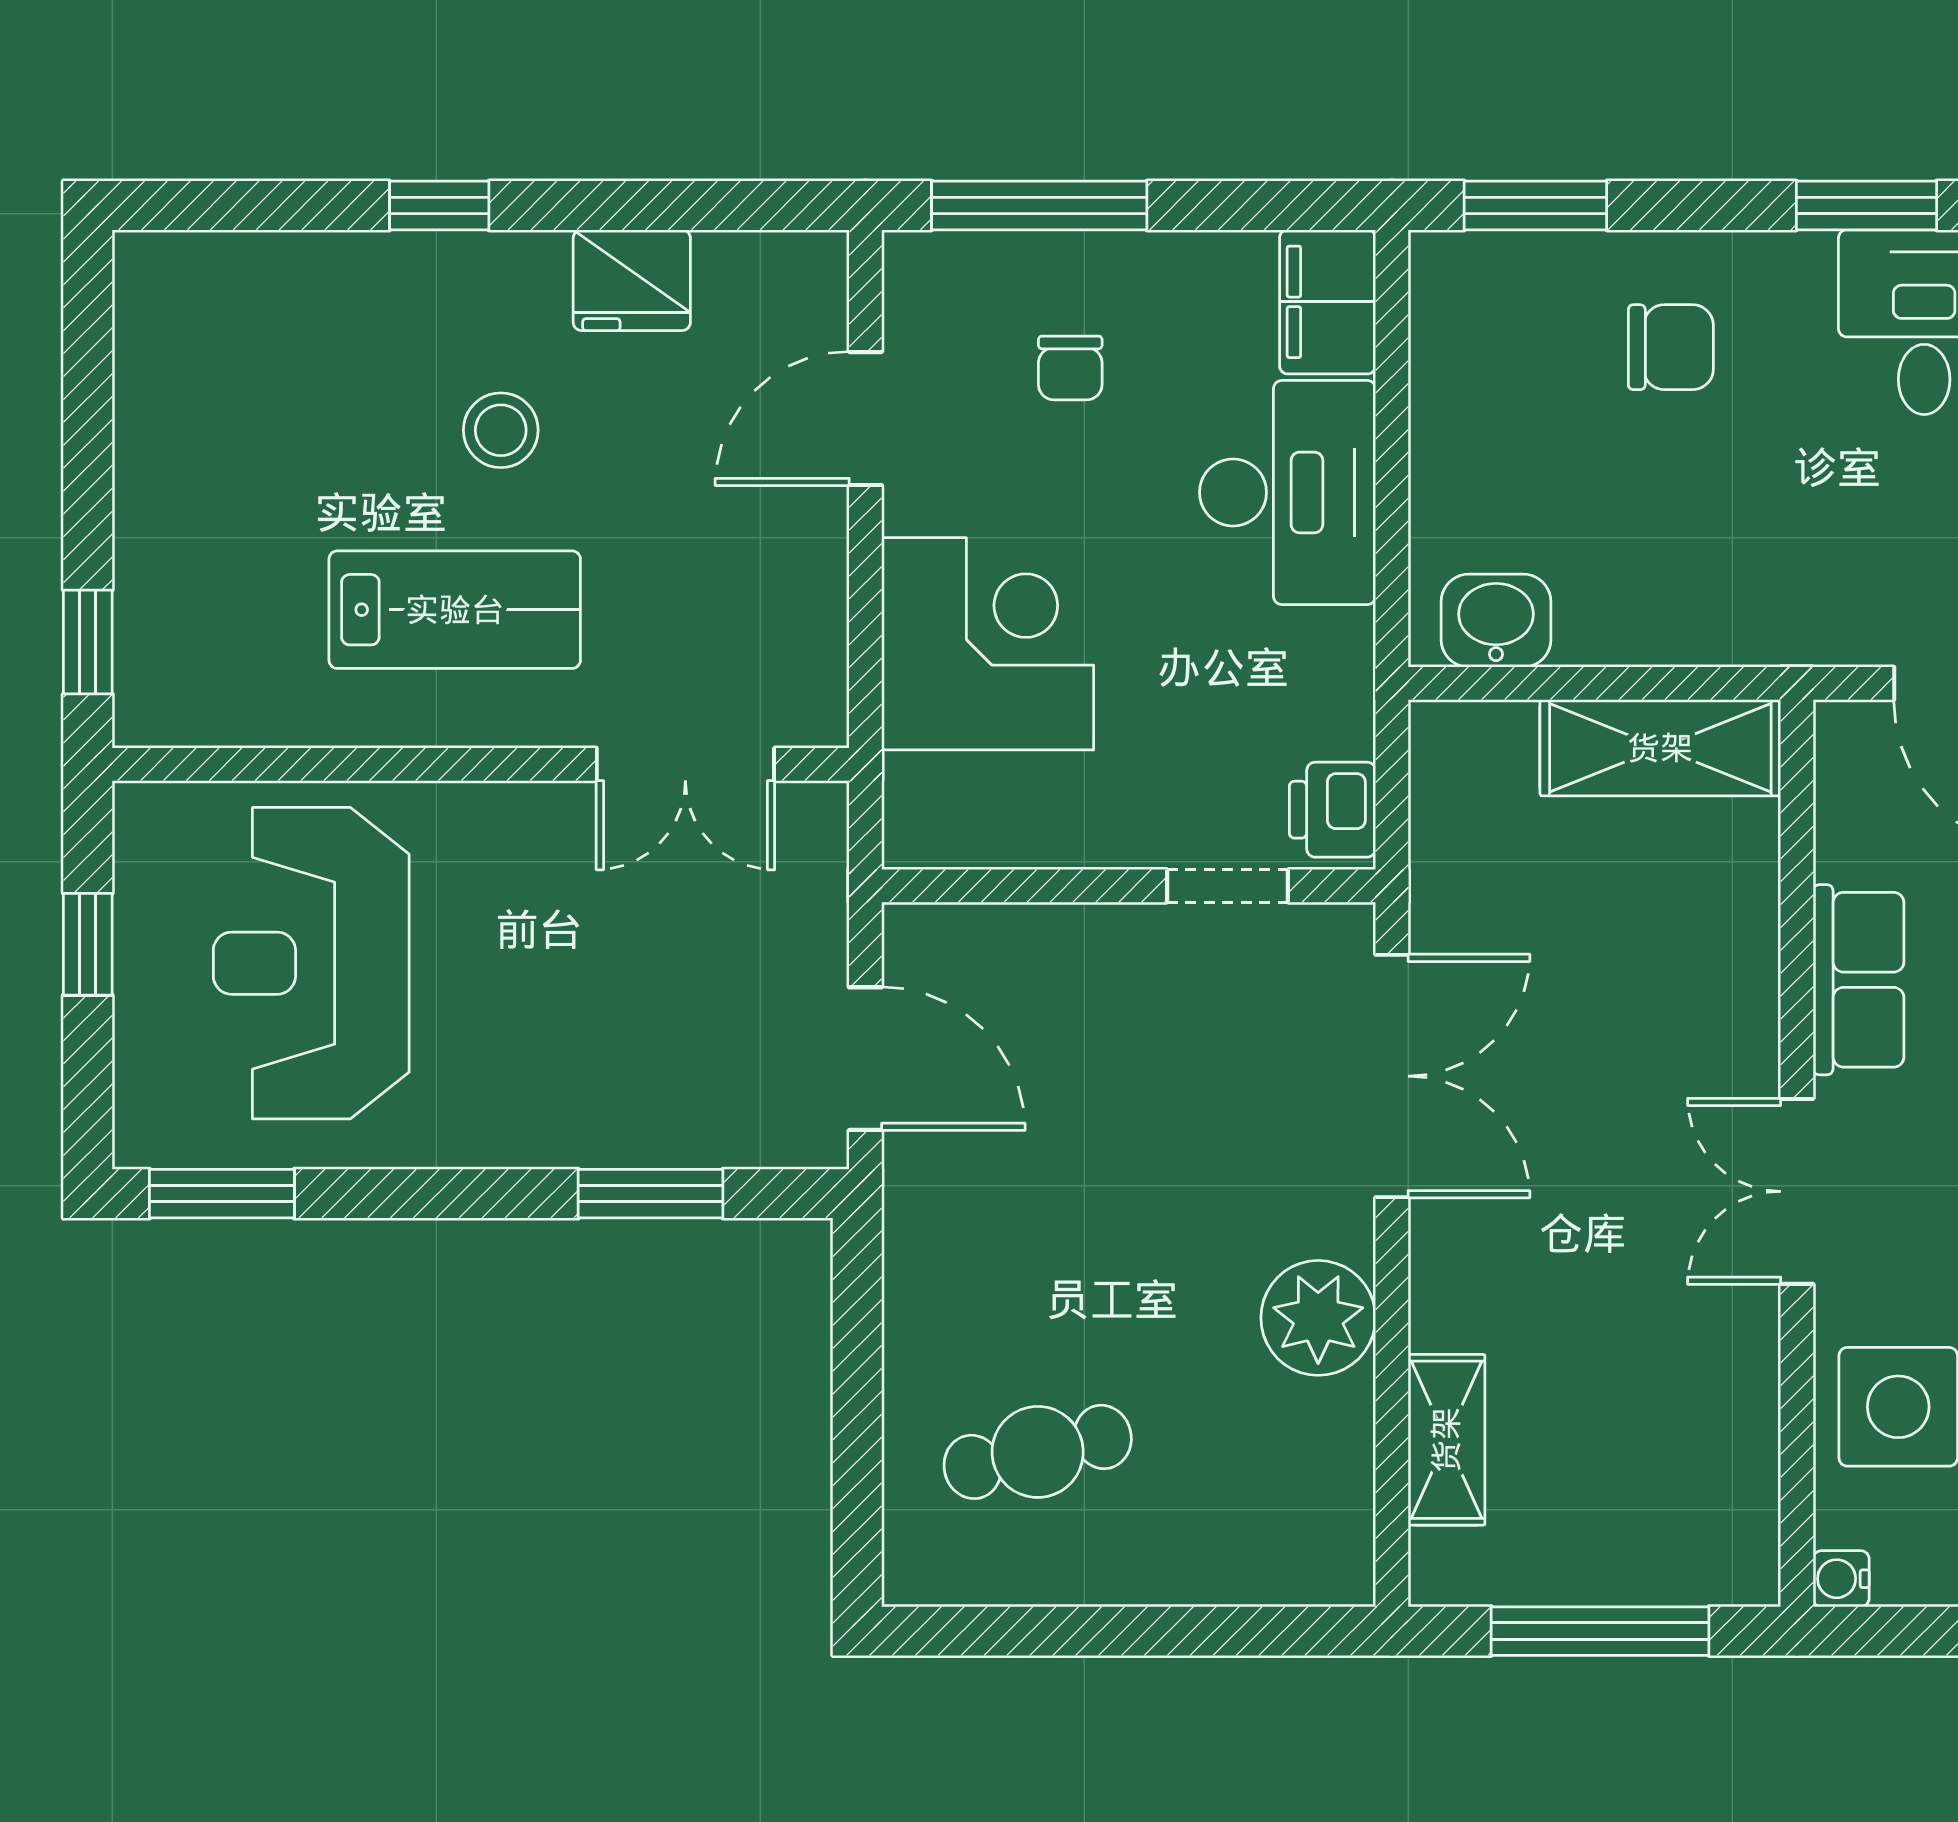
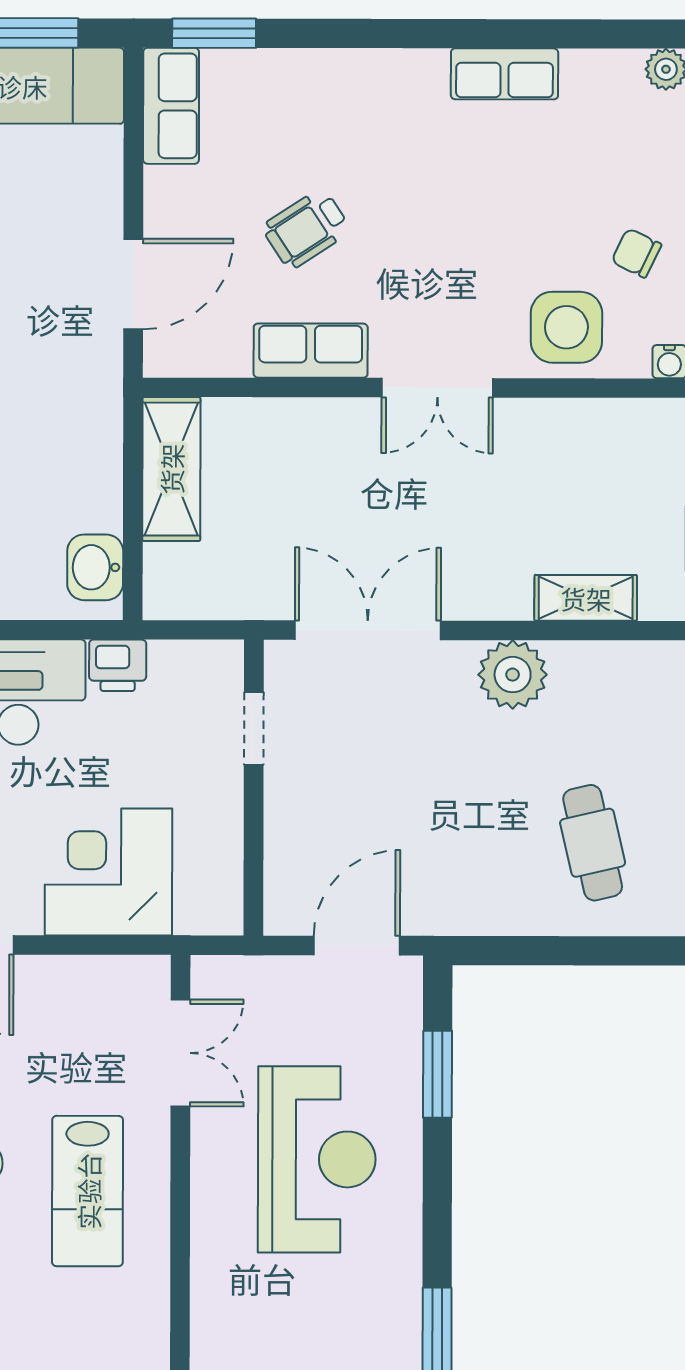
lab bench: (455, 610) -> (88, 1191), turned 180
printer: (1333, 810) -> (118, 665), moved
reception desk: (311, 963) -> (317, 1159), moved, turned -90

